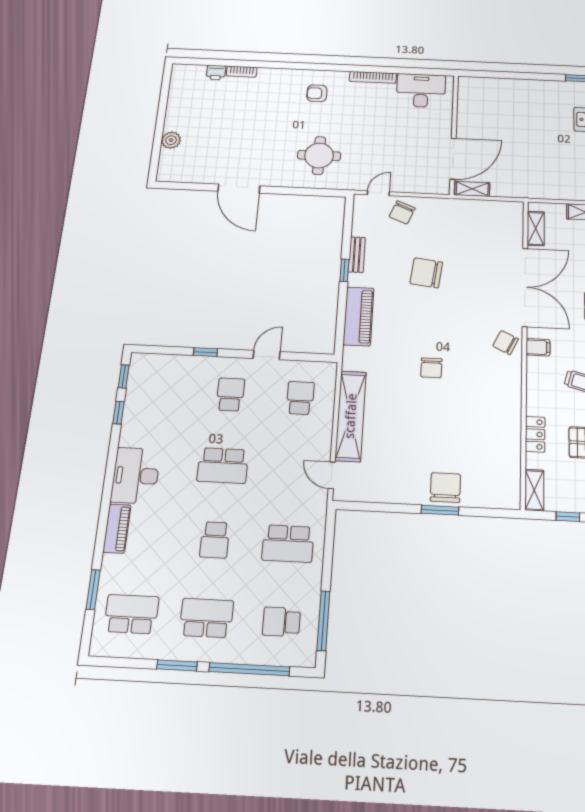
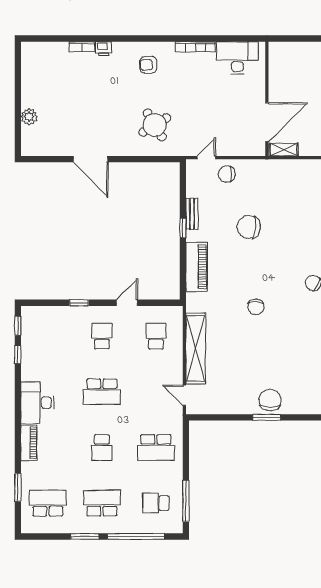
printer: (216, 73) -> (104, 49), moved
round table: (319, 156) -> (155, 125), turned -31
chair: (402, 212) -> (227, 174), turned 68

